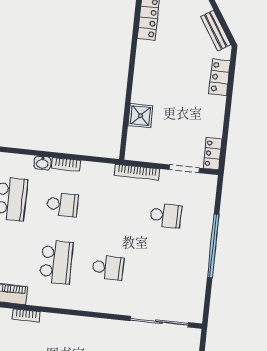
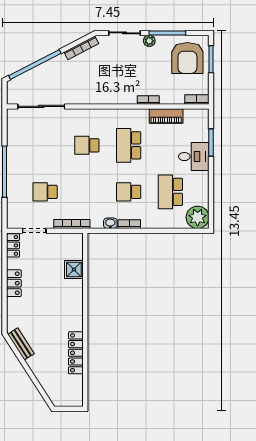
locker: (220, 77) -> (14, 283), moved
washbasin: (42, 163) -> (110, 223), moved

